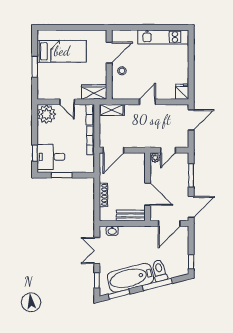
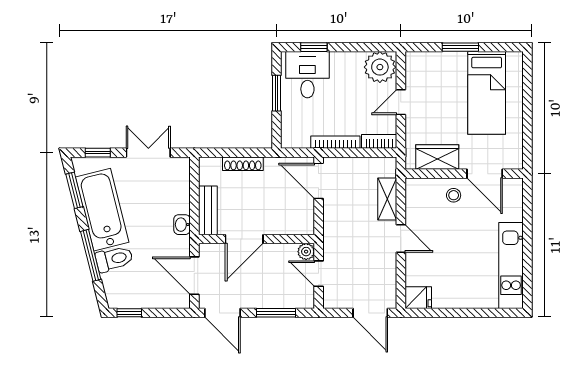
wardrobe: (94, 92) -> (437, 157), moved, turned -90
shelving: (112, 110) -> (387, 199), moved
washbasin: (112, 231) -> (182, 225), moved

